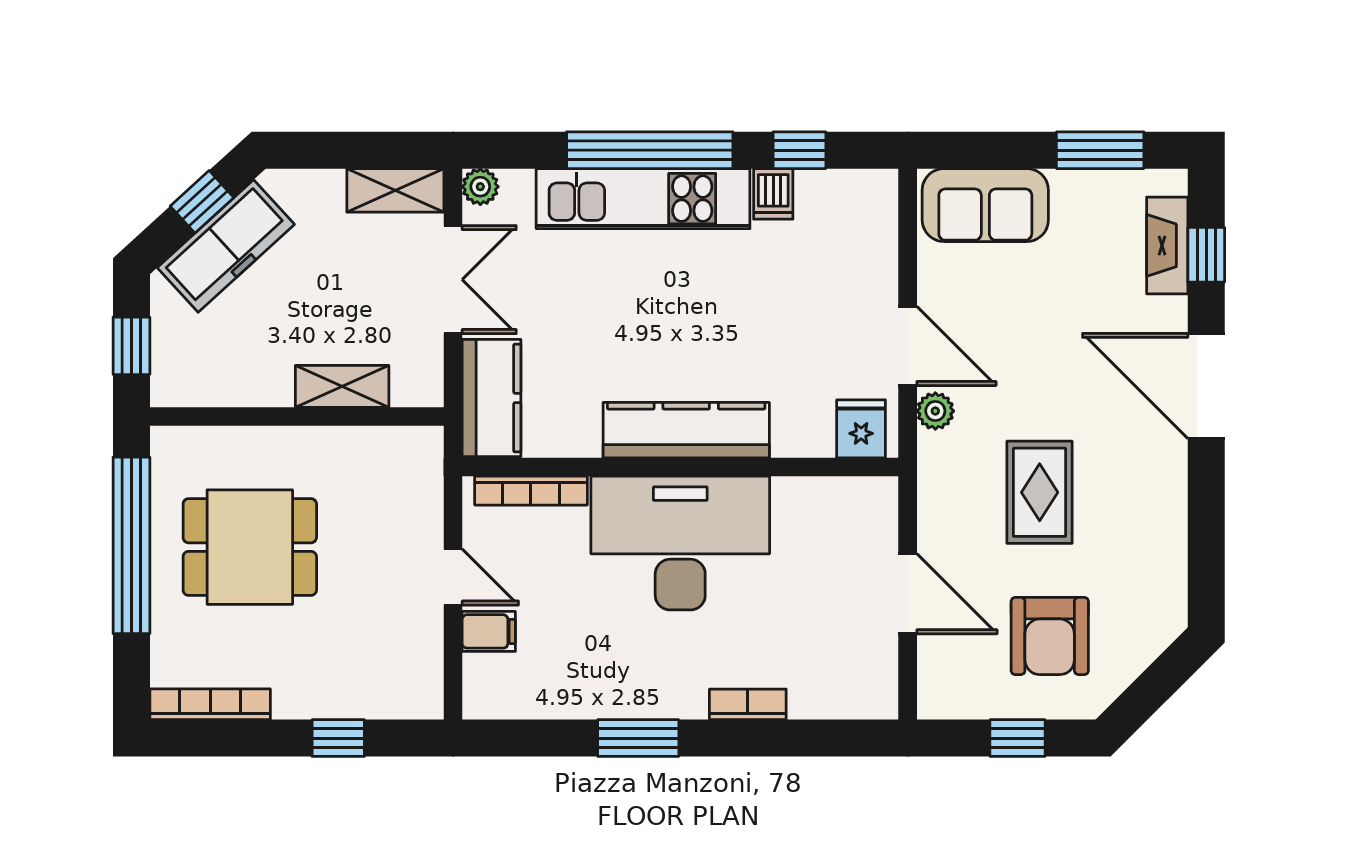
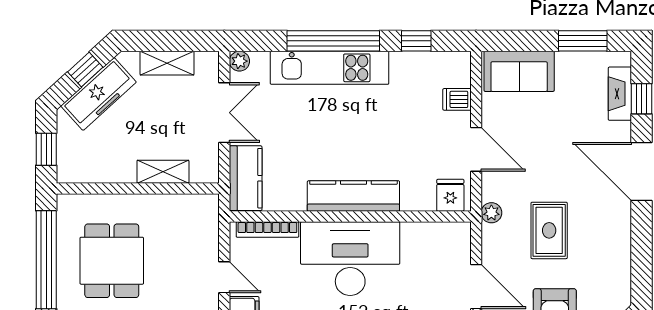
shelving: (395, 190) -> (167, 63), moved
dishwasher: (773, 194) -> (457, 99), moved, turned 90
plant: (935, 411) -> (491, 213), moved
dining table: (250, 547) -> (112, 261), turned 90

